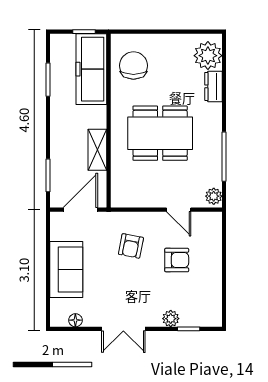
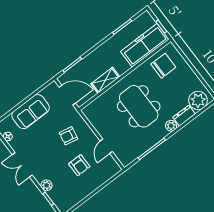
plant: (214, 196) -> (171, 126), moved

